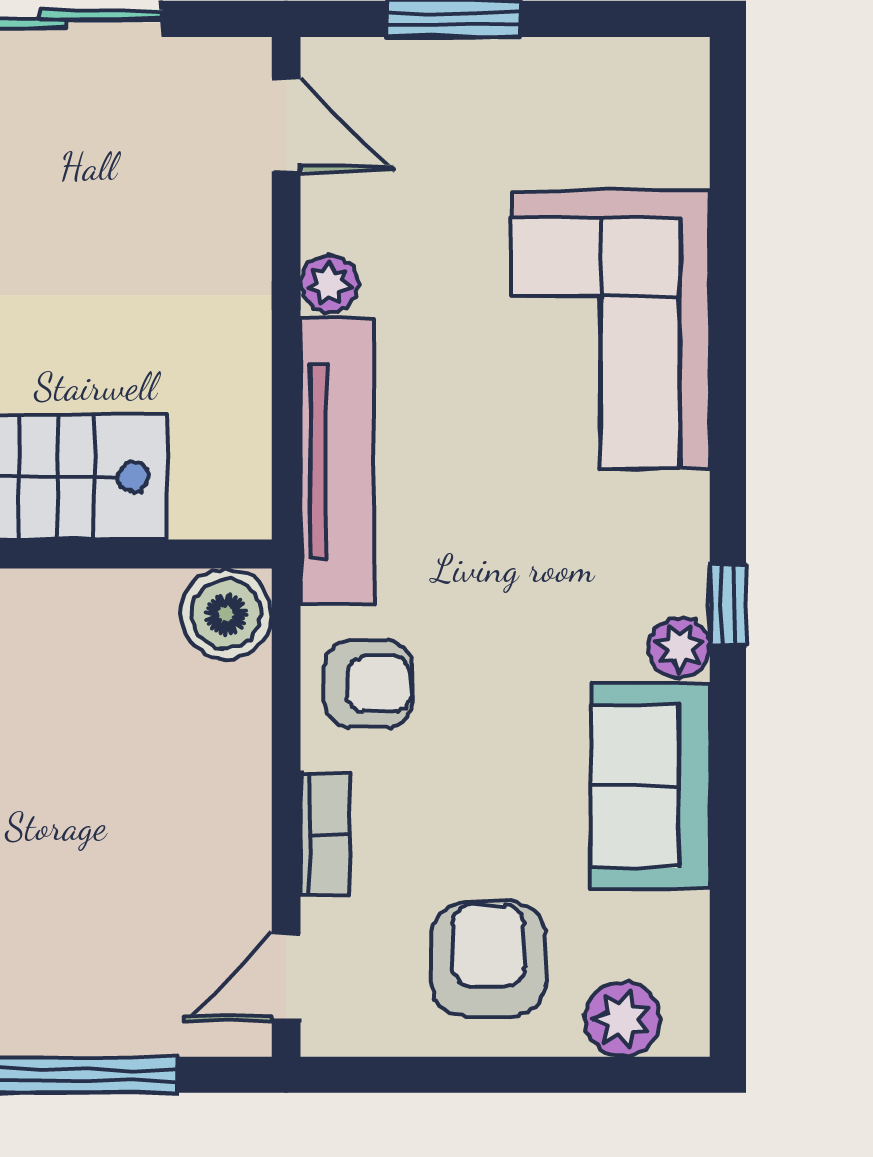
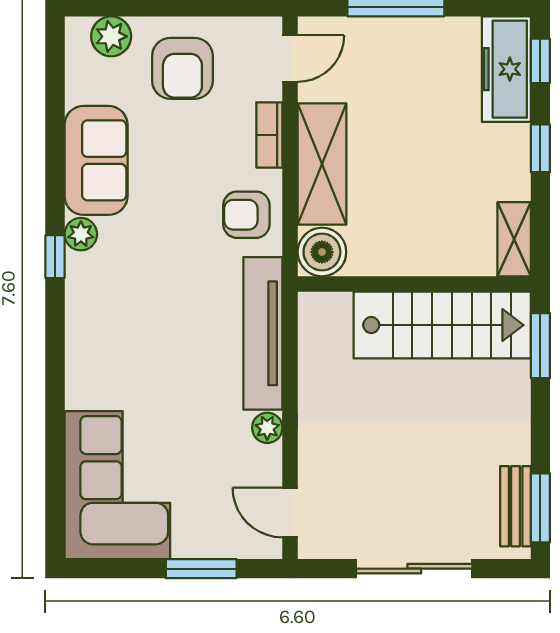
corner sofa: (611, 330) -> (117, 485), moved
shelving: (226, 779) -> (322, 164), added

